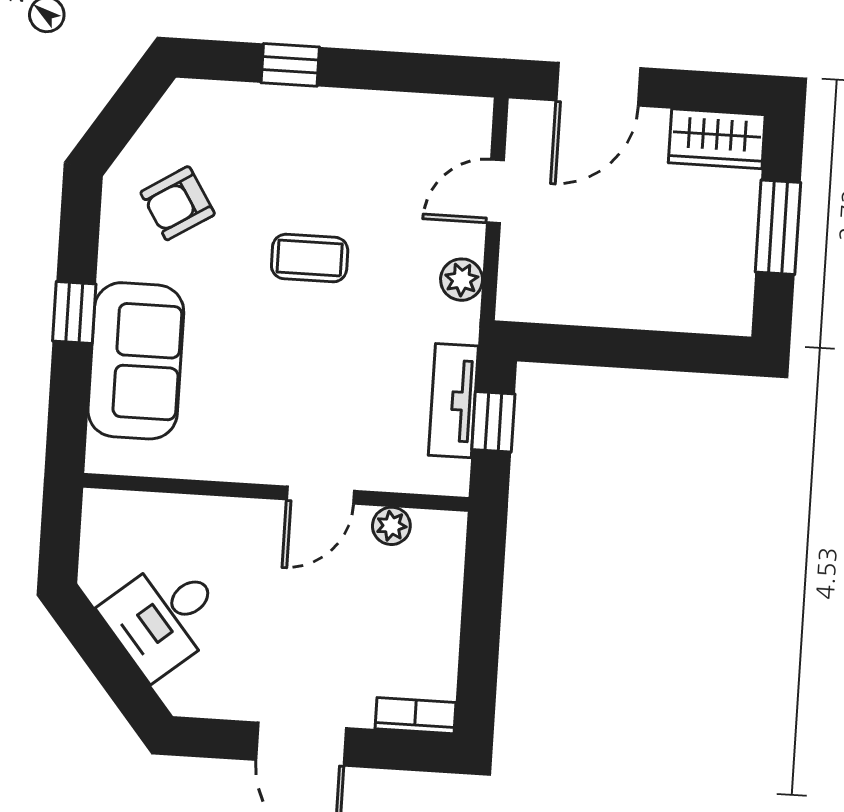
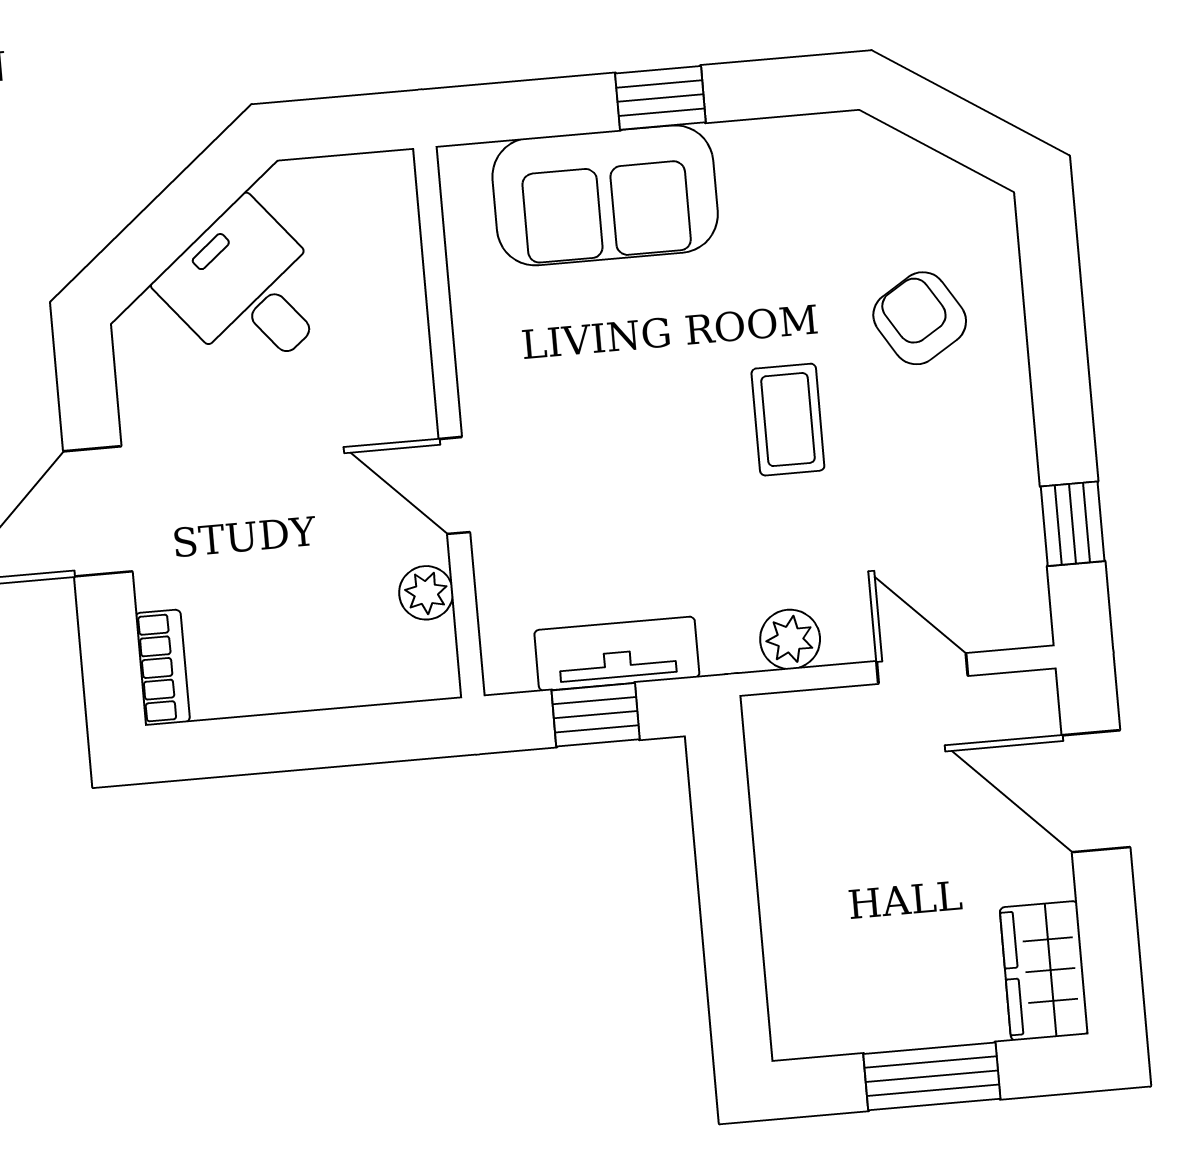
window: (290, 65) -> (1073, 524), moved
armchair: (178, 203) -> (920, 318), moved

